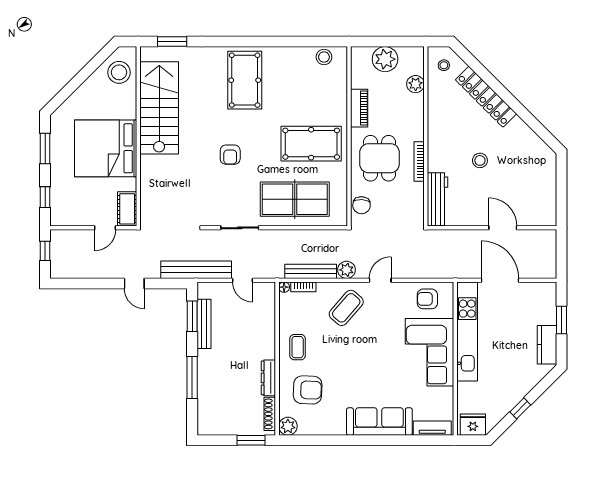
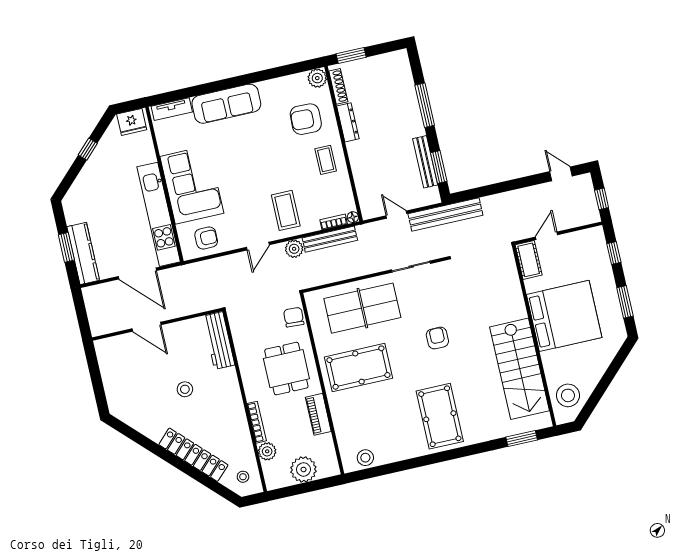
bookcase: (419, 162) -> (257, 422), moved
door: (134, 283) -> (561, 174), moved
coffee table: (346, 308) -> (286, 210), turned -41
kitchen counter: (547, 345) -> (83, 253), moved, width x1.50

